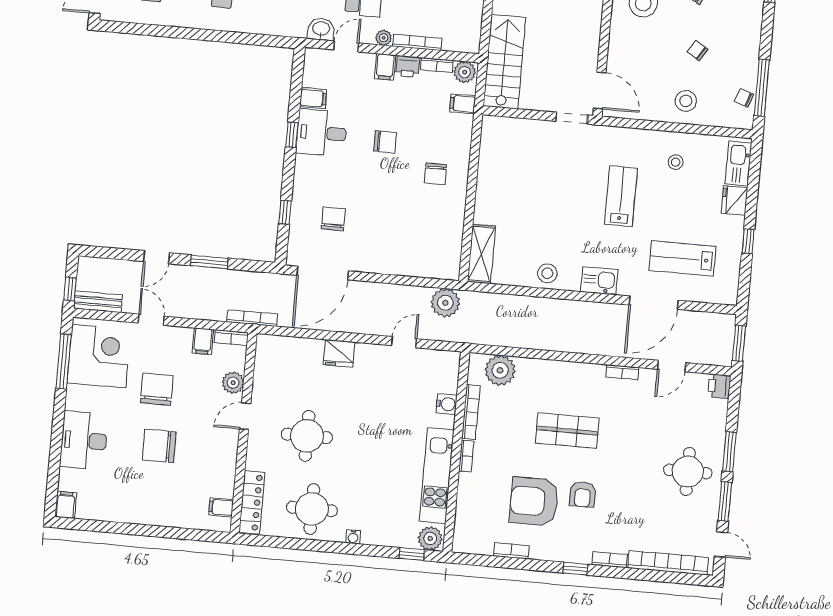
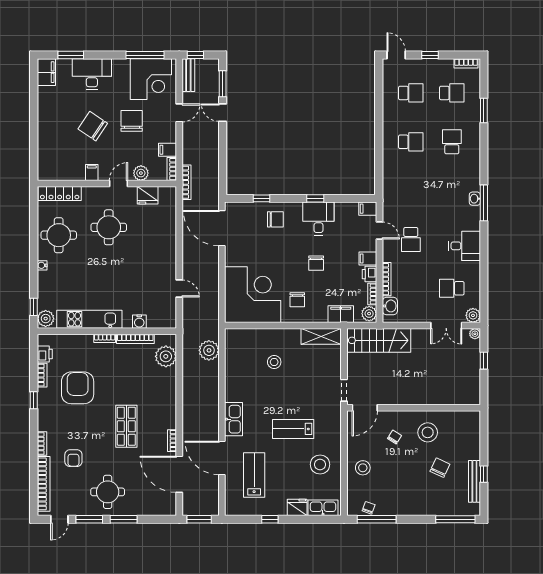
washbasin: (321, 29) -> (390, 306), moved
plant: (384, 38) -> (388, 256), removed
chair: (698, 51) -> (394, 437), moved
filing cabinet: (313, 98) -> (368, 209), moved, turned 90
filing cabinet: (463, 104) -> (341, 314), width x2.00
stool: (676, 162) -> (320, 464), width x1.89, depth x1.89
chair: (435, 174) -> (297, 300), turned -90
lab bench: (621, 196) -> (293, 429), turned 180
chair: (333, 219) -> (275, 219), moved
corner desk: (422, 237) -> (253, 295), added
shelving: (481, 254) -> (321, 336), moved
window: (209, 262) -> (223, 84), moved
stool: (547, 273) -> (274, 362), moved
kitchen sink: (599, 281) -> (234, 419), width x1.38
plant: (445, 303) -> (209, 350), moved
fridge: (339, 353) -> (148, 195), moved, turned -90
door: (672, 366) -> (179, 474), width x1.87
printer: (719, 386) -> (45, 354), moved, turned 90
chair: (157, 389) -> (132, 121), turned -90
door: (245, 416) -> (118, 184), hinge flipped
shop shelf: (567, 431) -> (126, 426), moved
chair: (159, 446) -> (93, 126), turned -56
window: (54, 468) -> (71, 55), added
armchair: (583, 494) -> (73, 458), moved, turned -90
filing cabinet: (66, 505) -> (46, 72), width x2.00
filing cabinet: (221, 507) -> (92, 173), moved
window: (575, 569) -> (34, 400), moved

